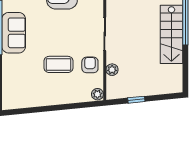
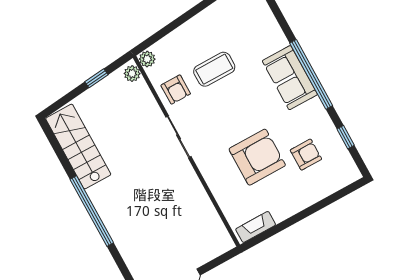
stairs: (171, 34) -> (78, 147), moved
plant: (112, 70) -> (132, 74), moved

